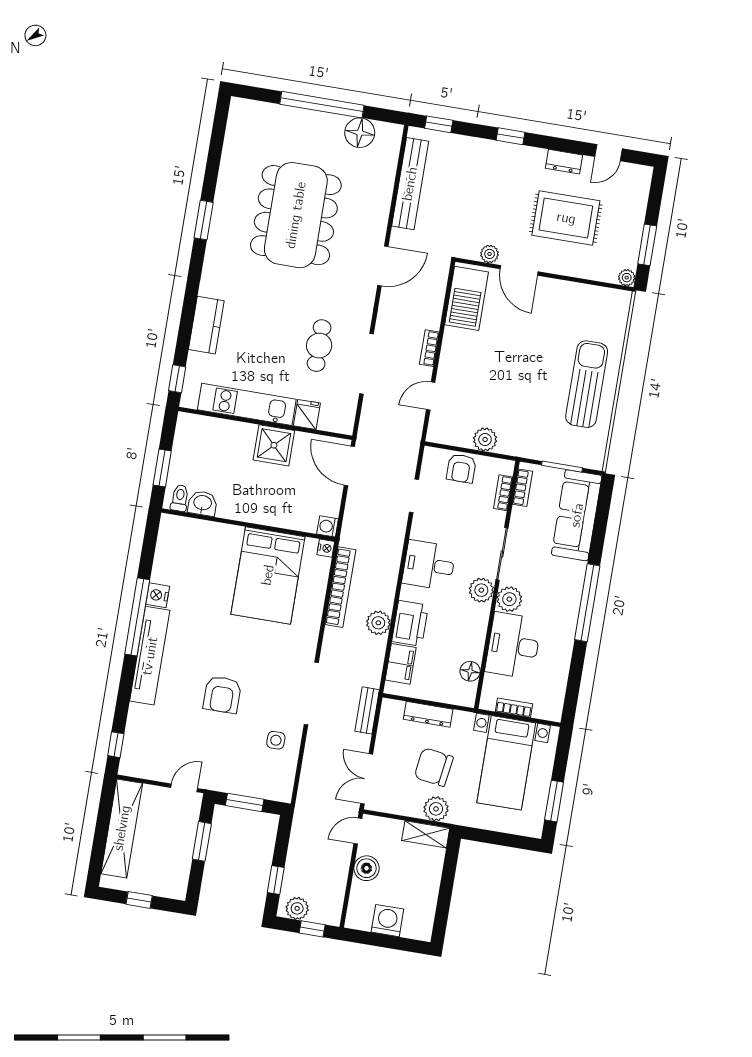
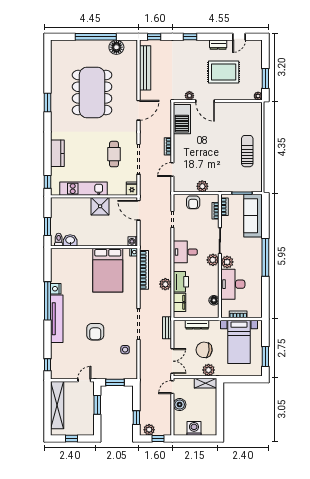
sun lounger: (587, 384) -> (247, 151), width x0.73, depth x0.75
fridge: (307, 414) -> (132, 189), moved
double door: (367, 779) -> (172, 361), swing flipped

